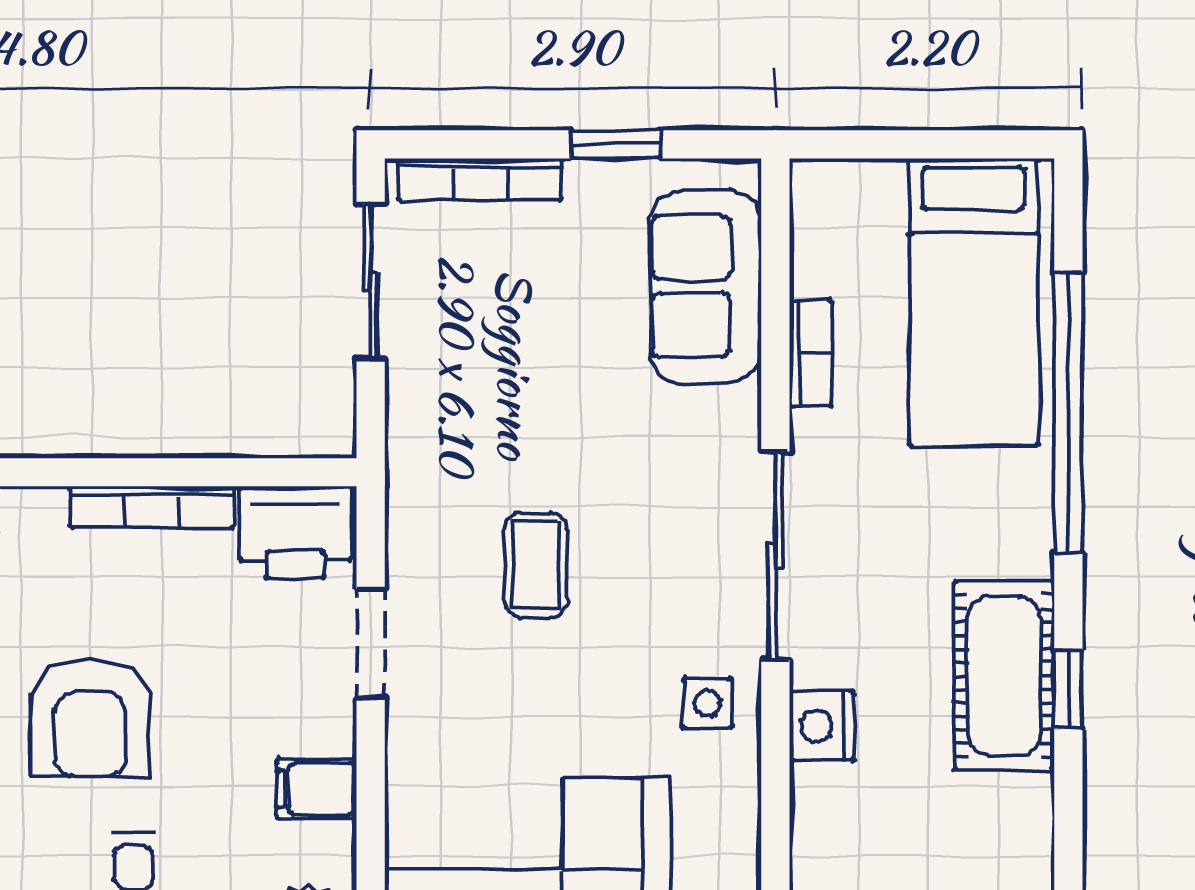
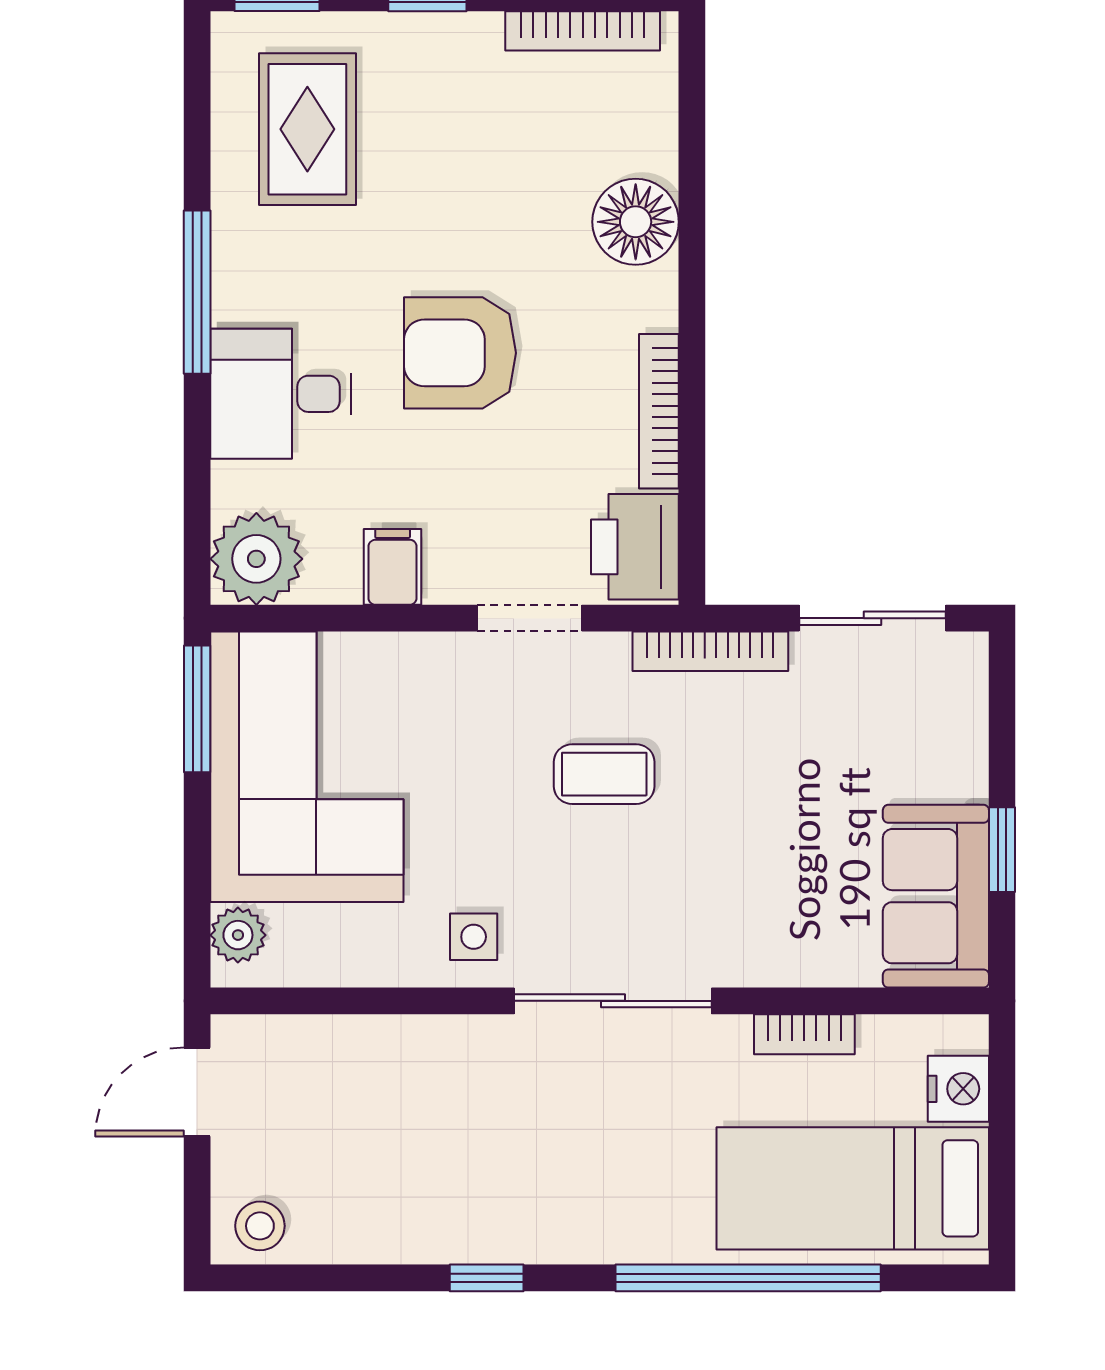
bookcase: (480, 179) -> (710, 651), moved, turned -90
sofa: (705, 286) -> (936, 896), moved, turned -90
cot: (1004, 676) -> (500, 1217), removed
nightstand: (822, 726) -> (958, 1089), moved, turned 90

